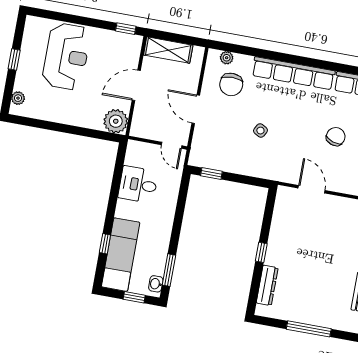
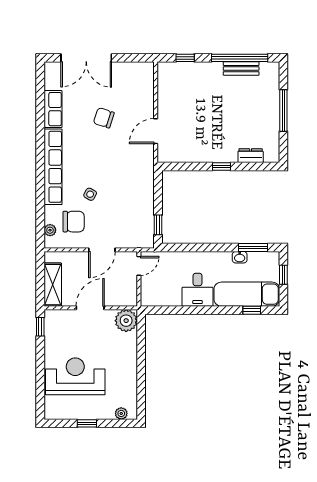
door: (136, 85) -> (90, 308), swing flipped
side table: (260, 131) -> (90, 194), moved
desk: (138, 185) -> (198, 290), moved
window: (105, 244) -> (252, 310), moved
washbasin: (156, 284) -> (240, 257), moved
dresser: (267, 285) -> (251, 156), width x0.70

